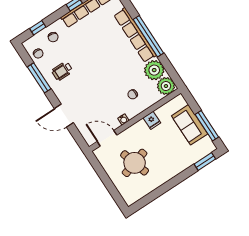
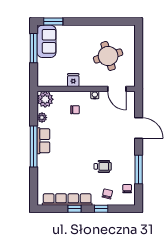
window: (38, 28) -> (101, 209), moved
row of seats: (135, 35) -> (43, 141), width x0.50
plant: (154, 70) -> (42, 118), width x0.53, depth x0.53
wheelchair: (62, 71) -> (103, 166), moved
sofa: (190, 125) -> (46, 41), moved

